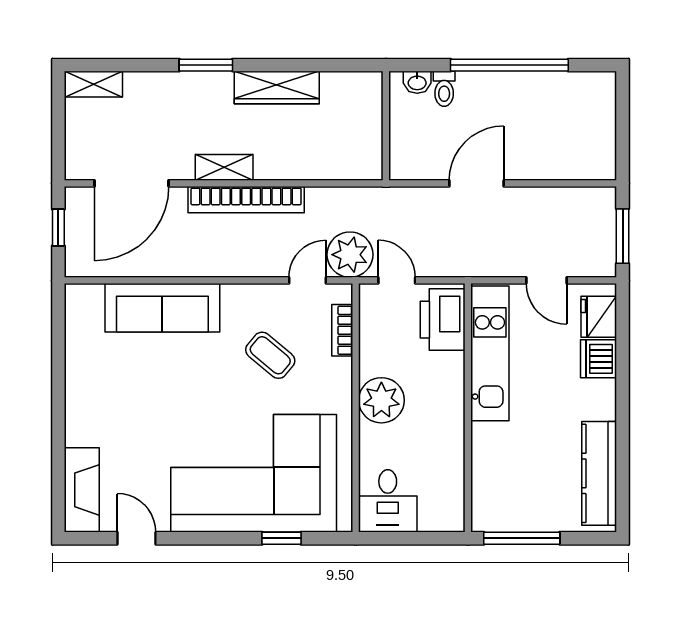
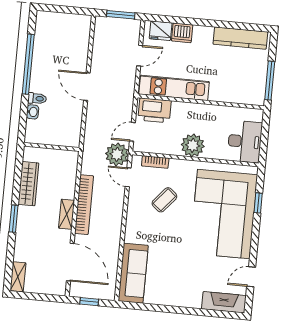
wall: (386, 126) -> (52, 147), moved
sofa: (162, 308) -> (133, 273), moved
desk: (388, 501) -> (245, 142), width x1.37

